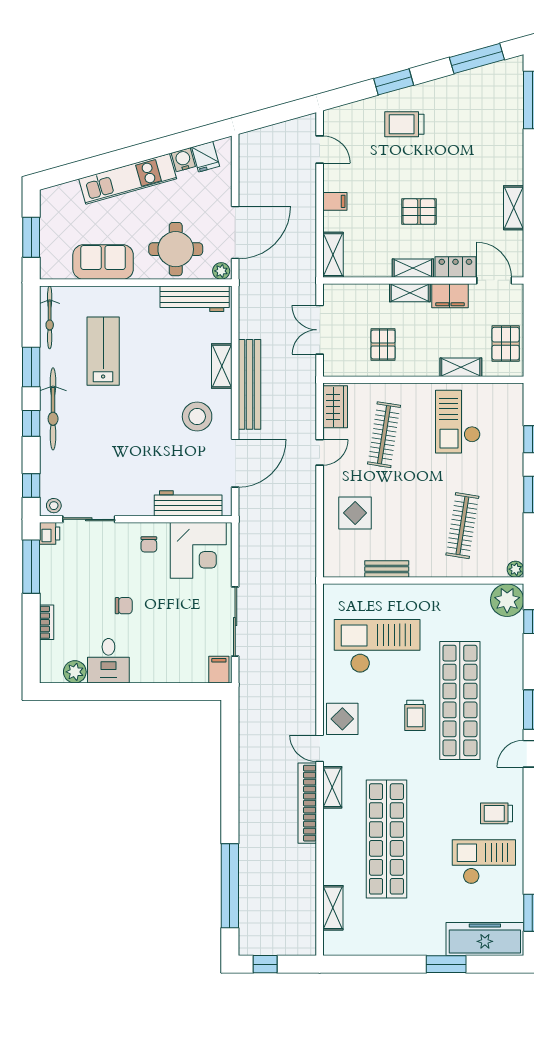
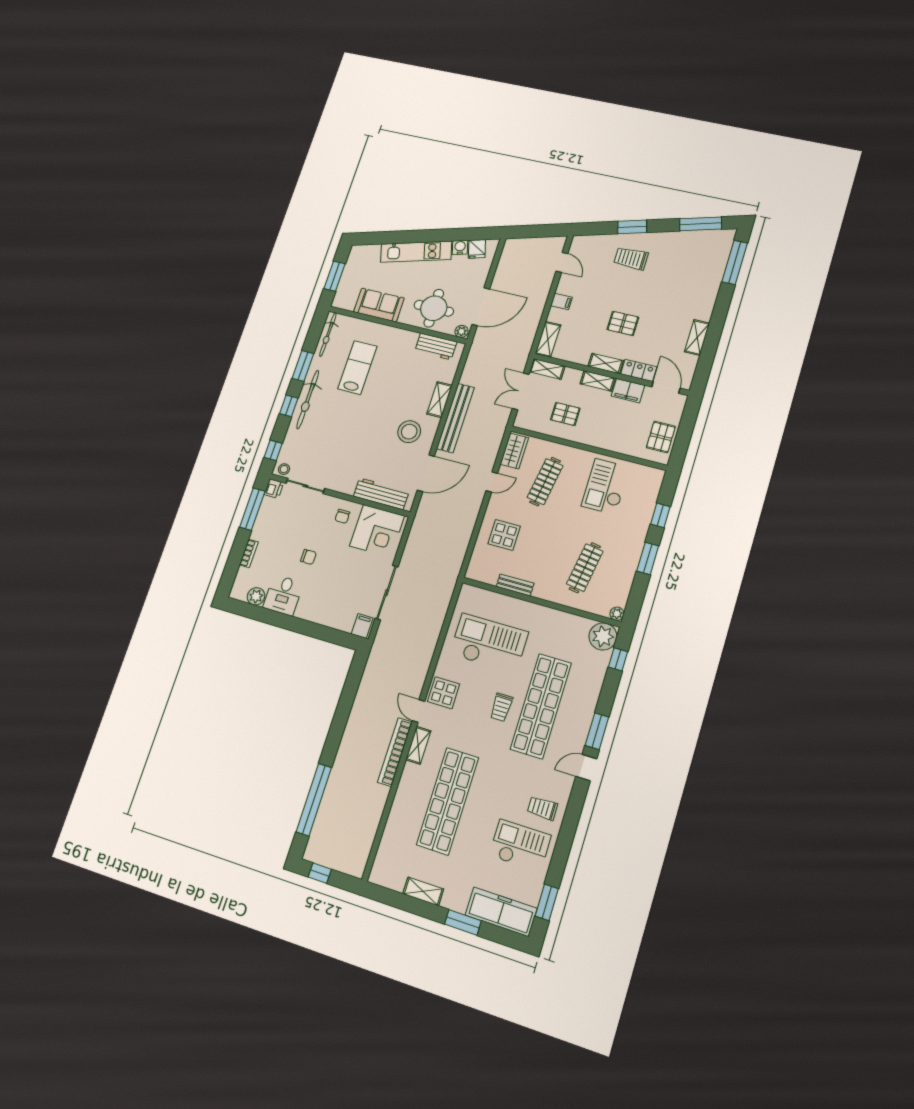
workbench: (195, 299) -> (436, 346), width x0.73
pallet: (383, 344) -> (565, 414), turned 90
shelving: (461, 367) -> (547, 369), moved
shelving: (333, 908) -> (423, 891), moved, turned 90

